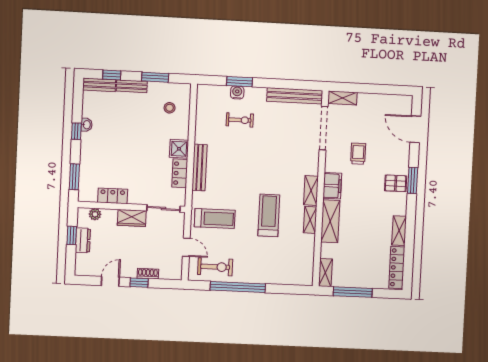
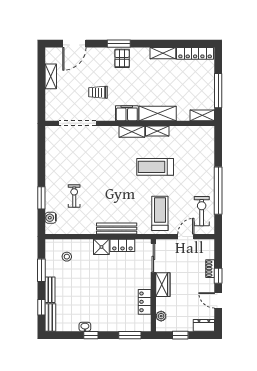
water cooler: (237, 92) -> (51, 218), moved
bench: (295, 96) -> (51, 150), removed
shelving: (342, 98) -> (51, 76), moved
dresser: (83, 240) -> (204, 325), moved

